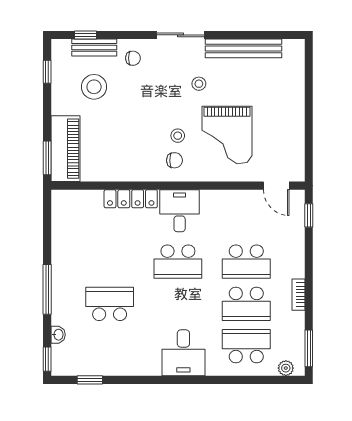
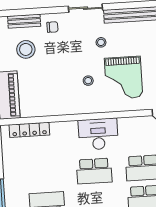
window: (86, 35) -> (17, 13), removed
chair: (174, 160) -> (87, 98), removed
locker: (131, 199) -> (29, 130), moved
desk: (180, 211) -> (98, 134), width x1.37

